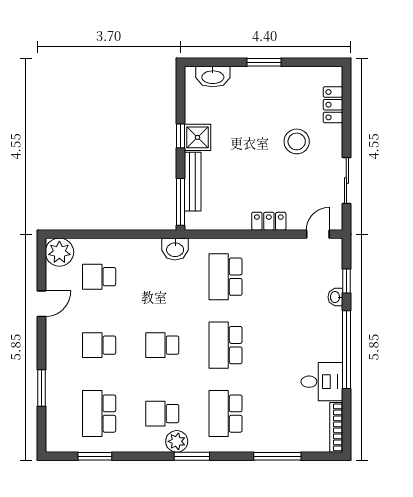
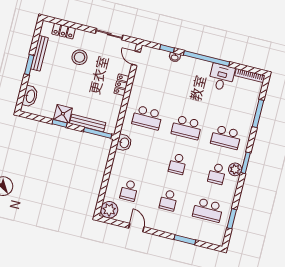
bench: (287, 74) -> (39, 53), added

